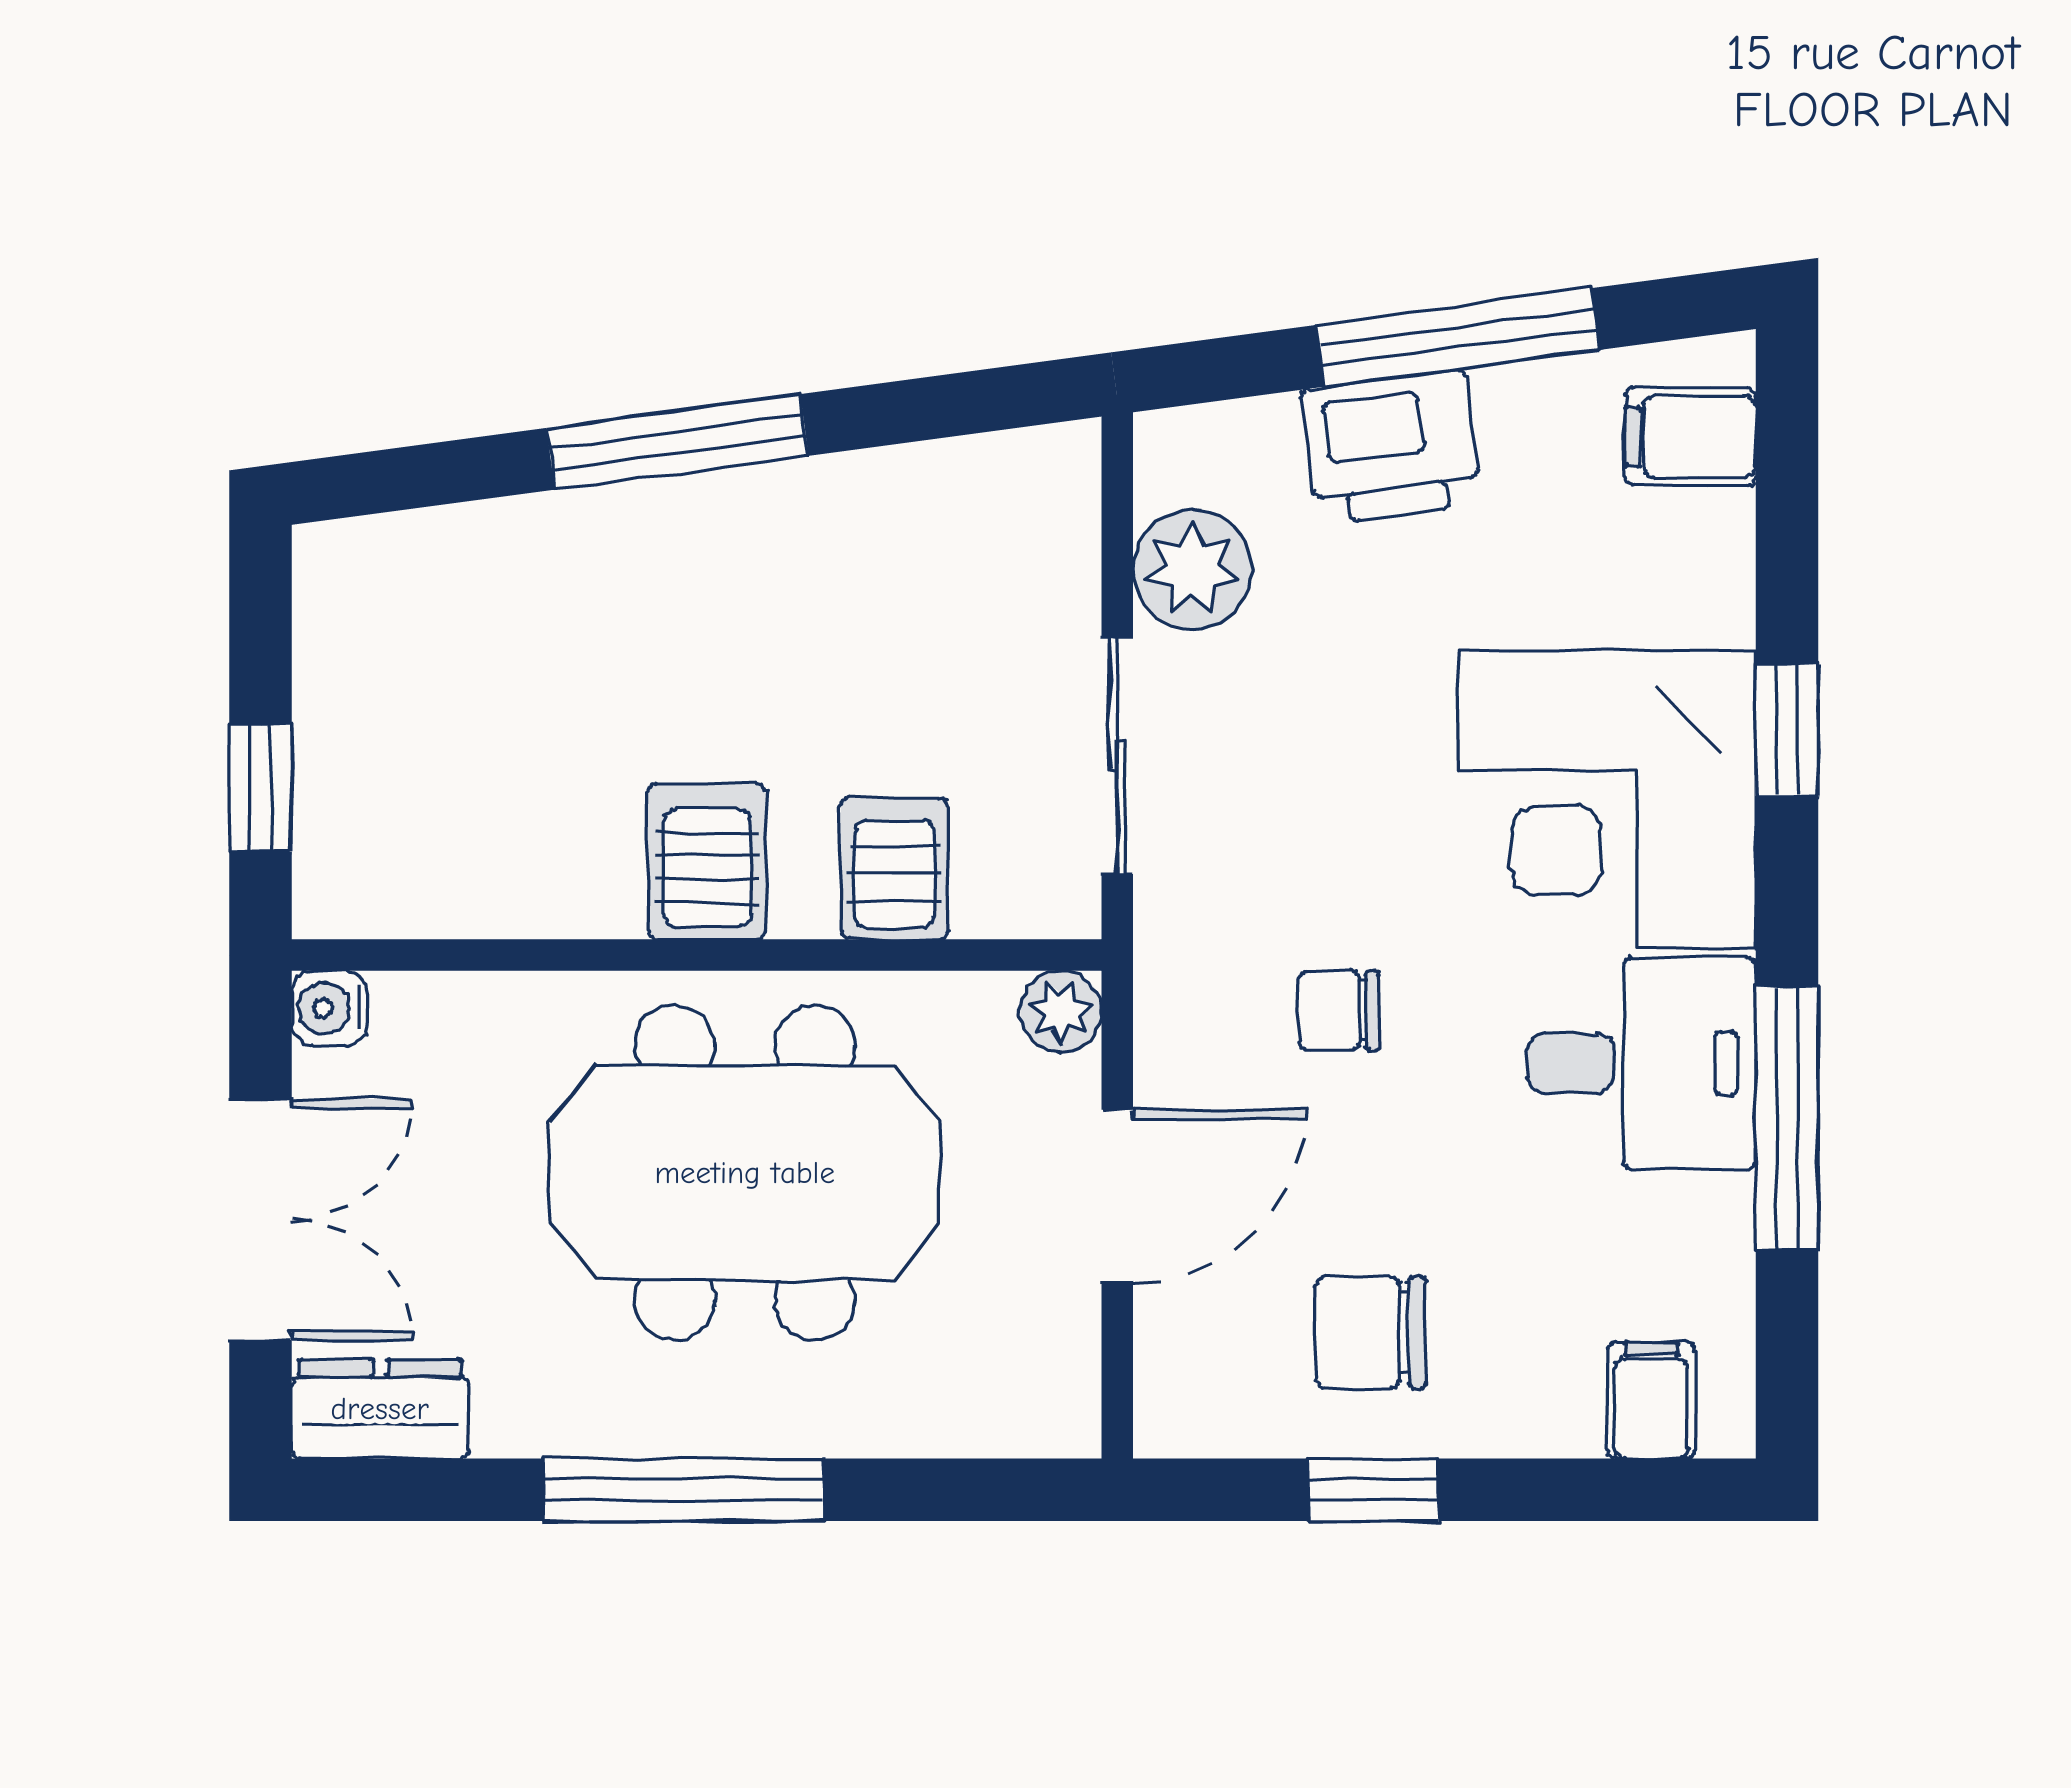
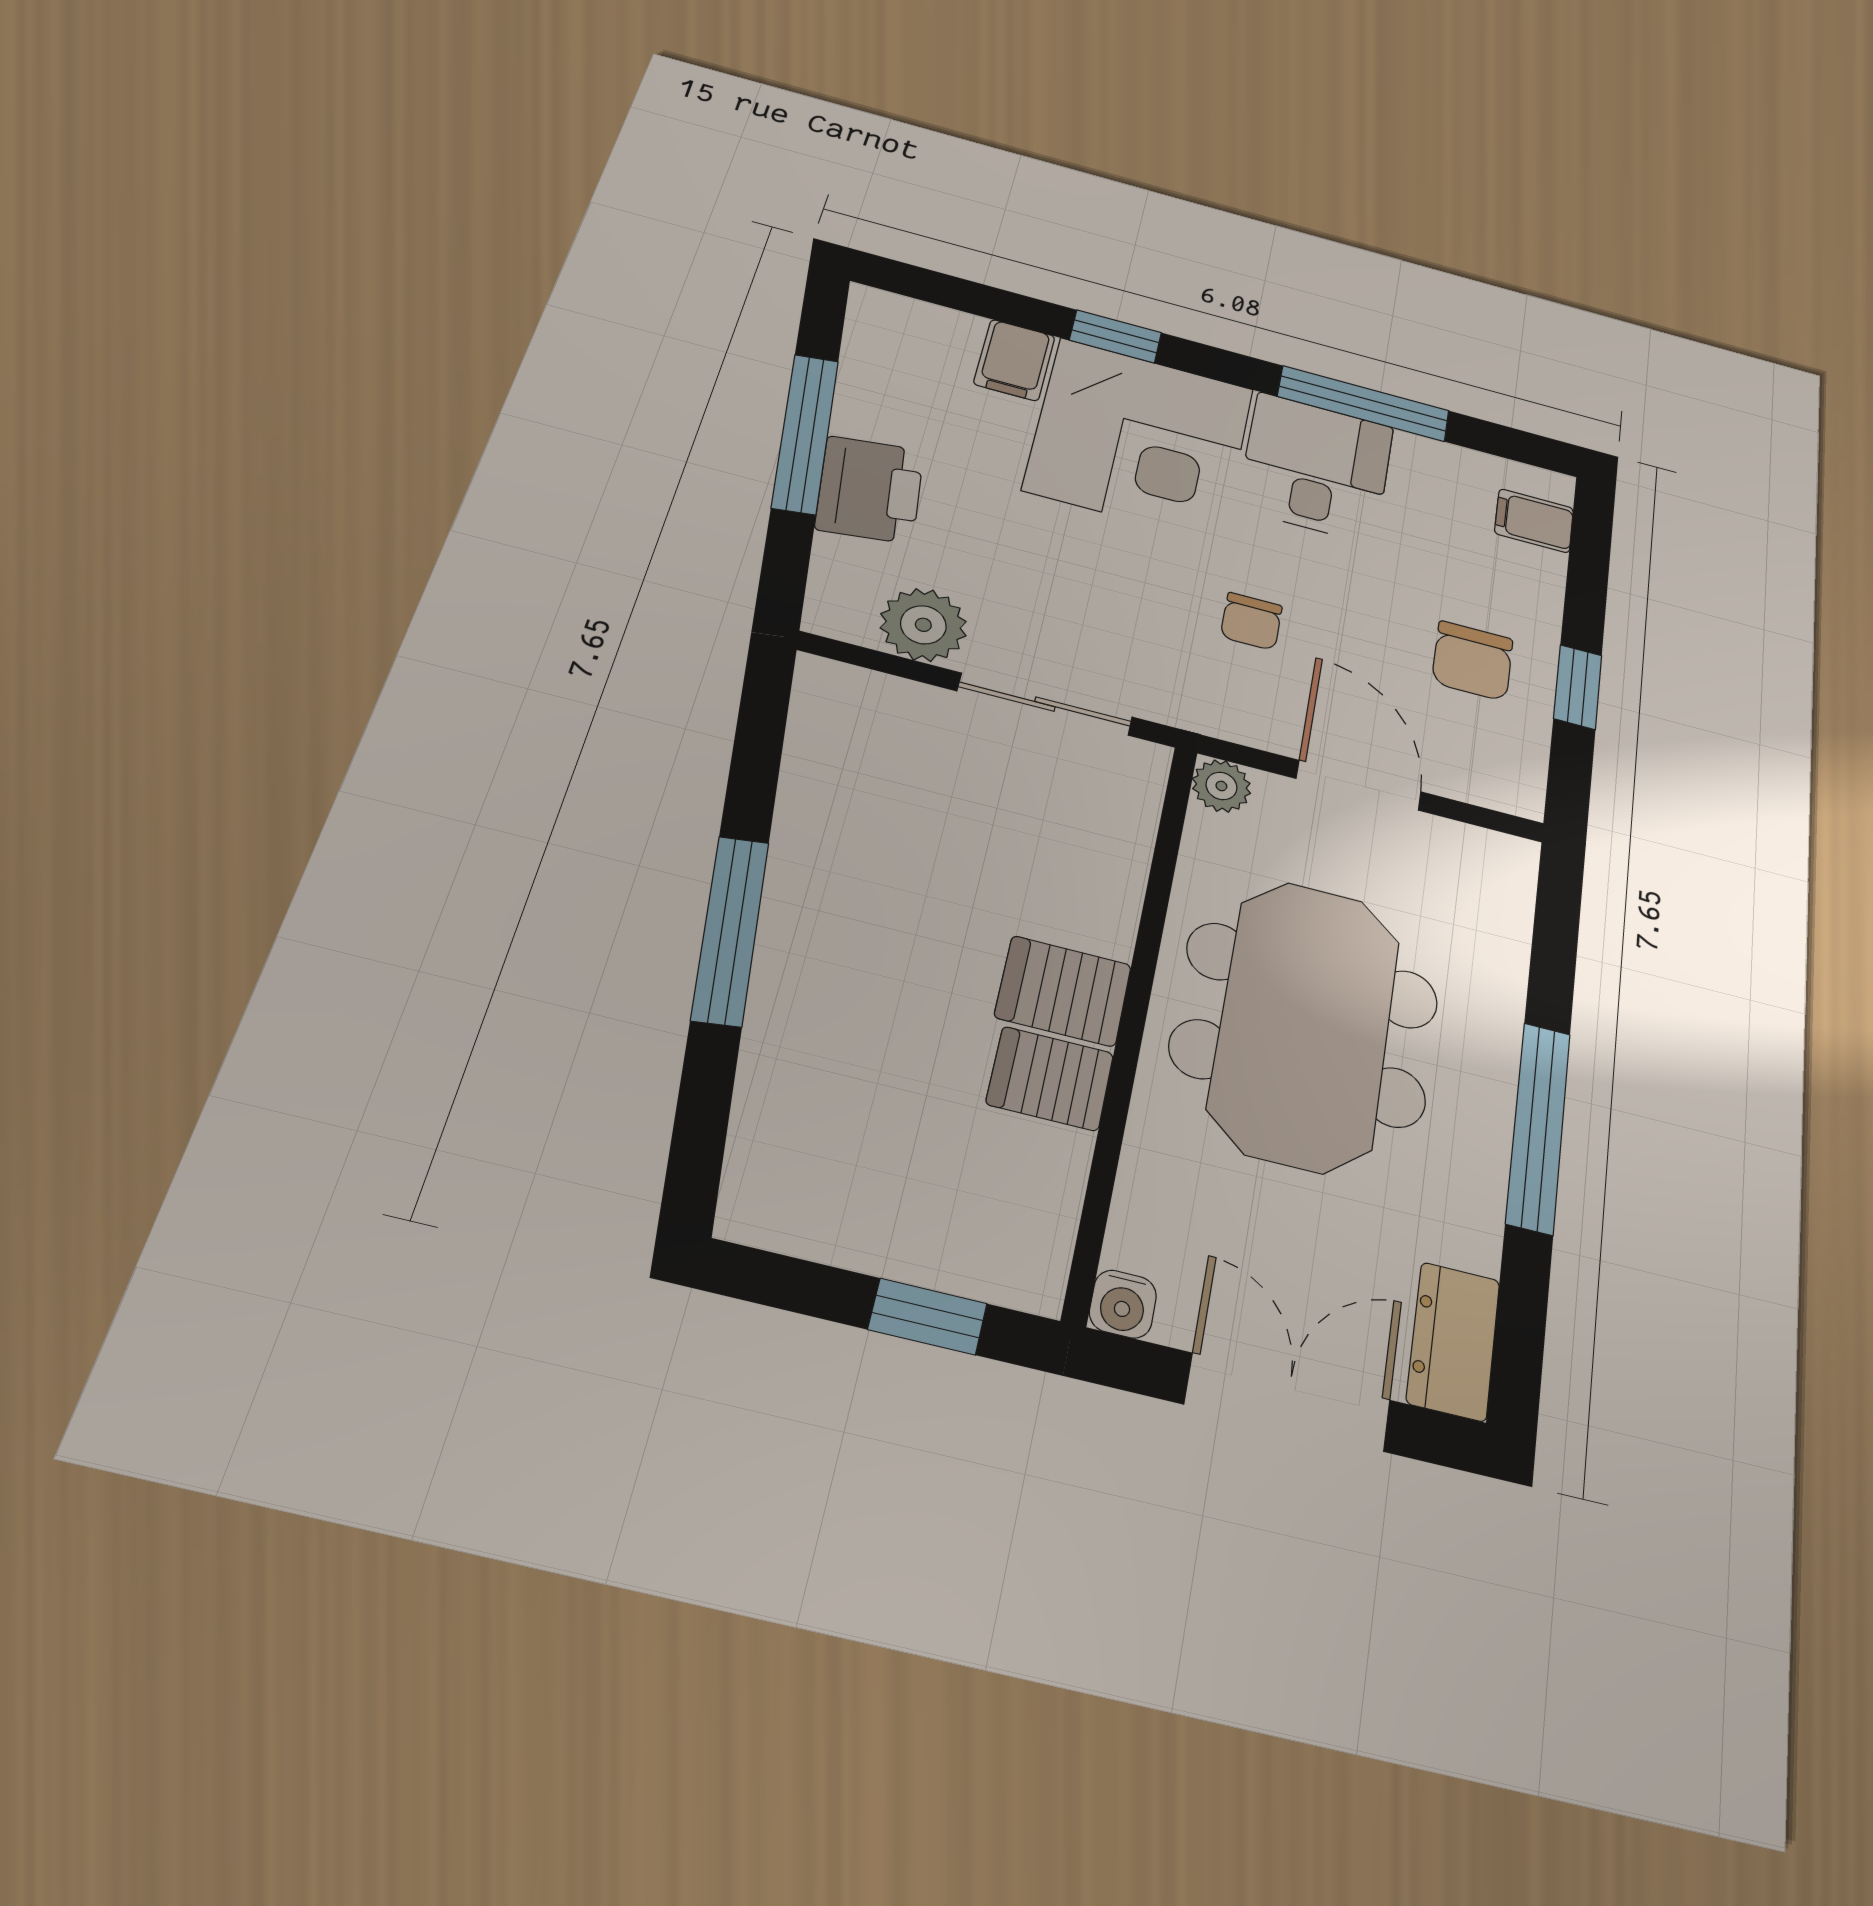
filing cabinet: (1690, 437) -> (1014, 360), moved
server rack: (894, 868) -> (1050, 1079), moved

